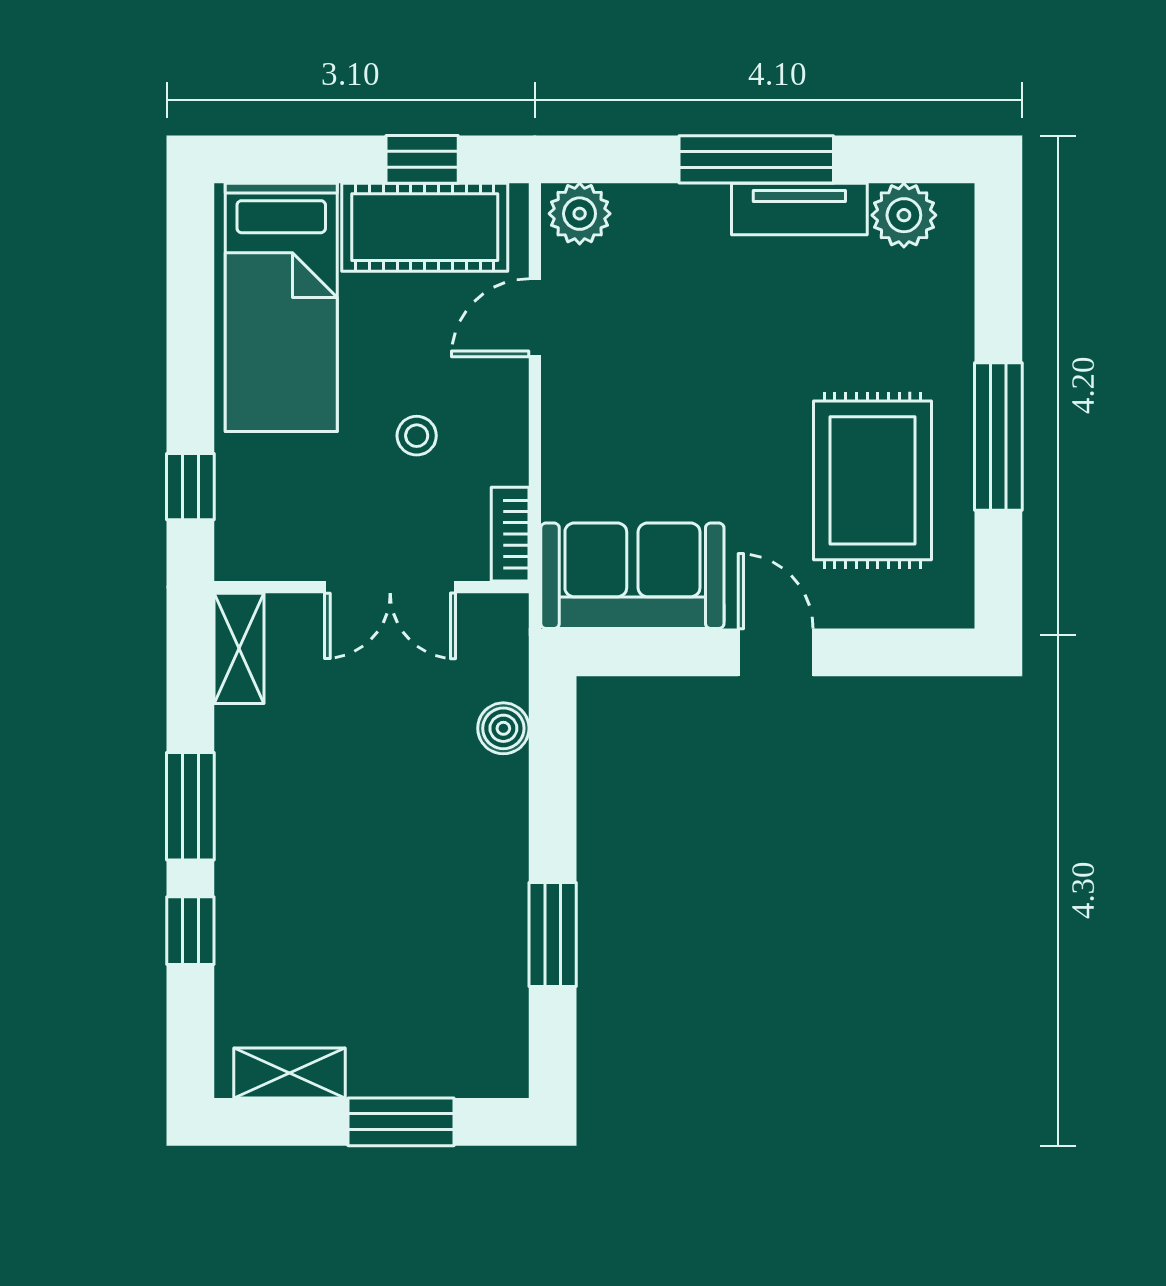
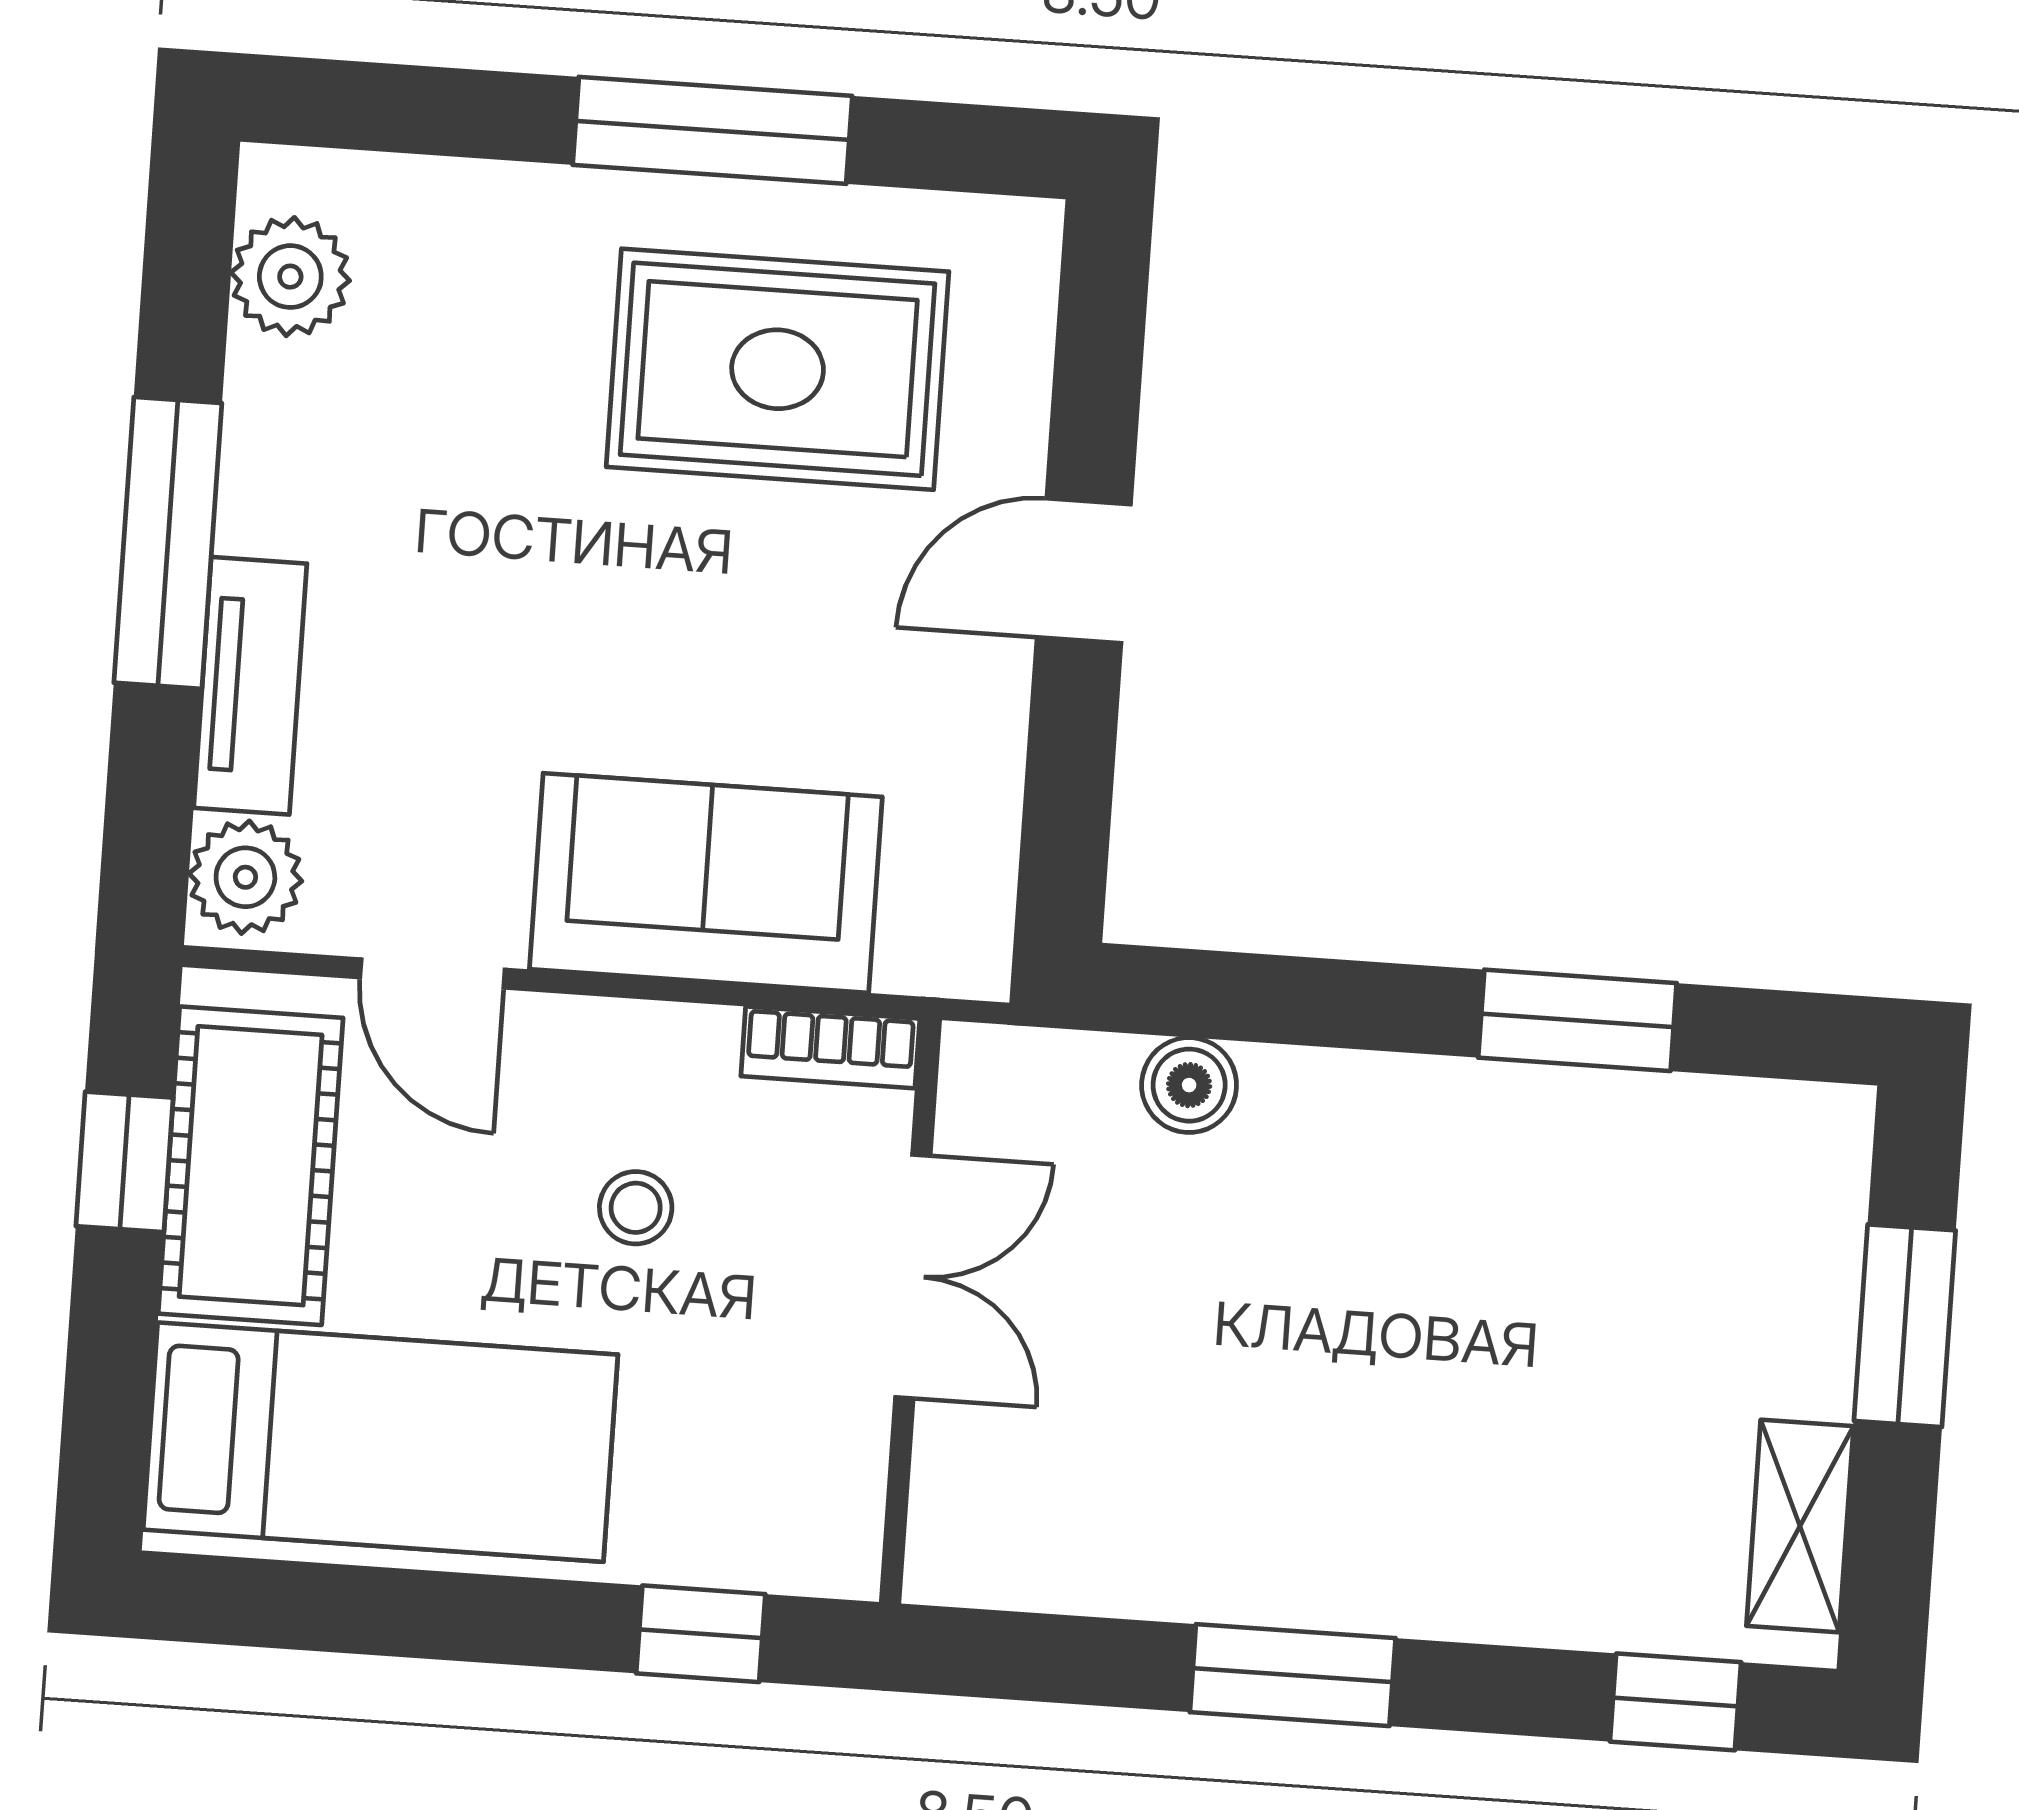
tv unit: (799, 209) -> (250, 686), moved
sofa: (632, 576) -> (706, 883), moved, turned 90
shelving: (239, 648) -> (1007, 1565), removed
window: (190, 931) -> (1676, 1702), moved

